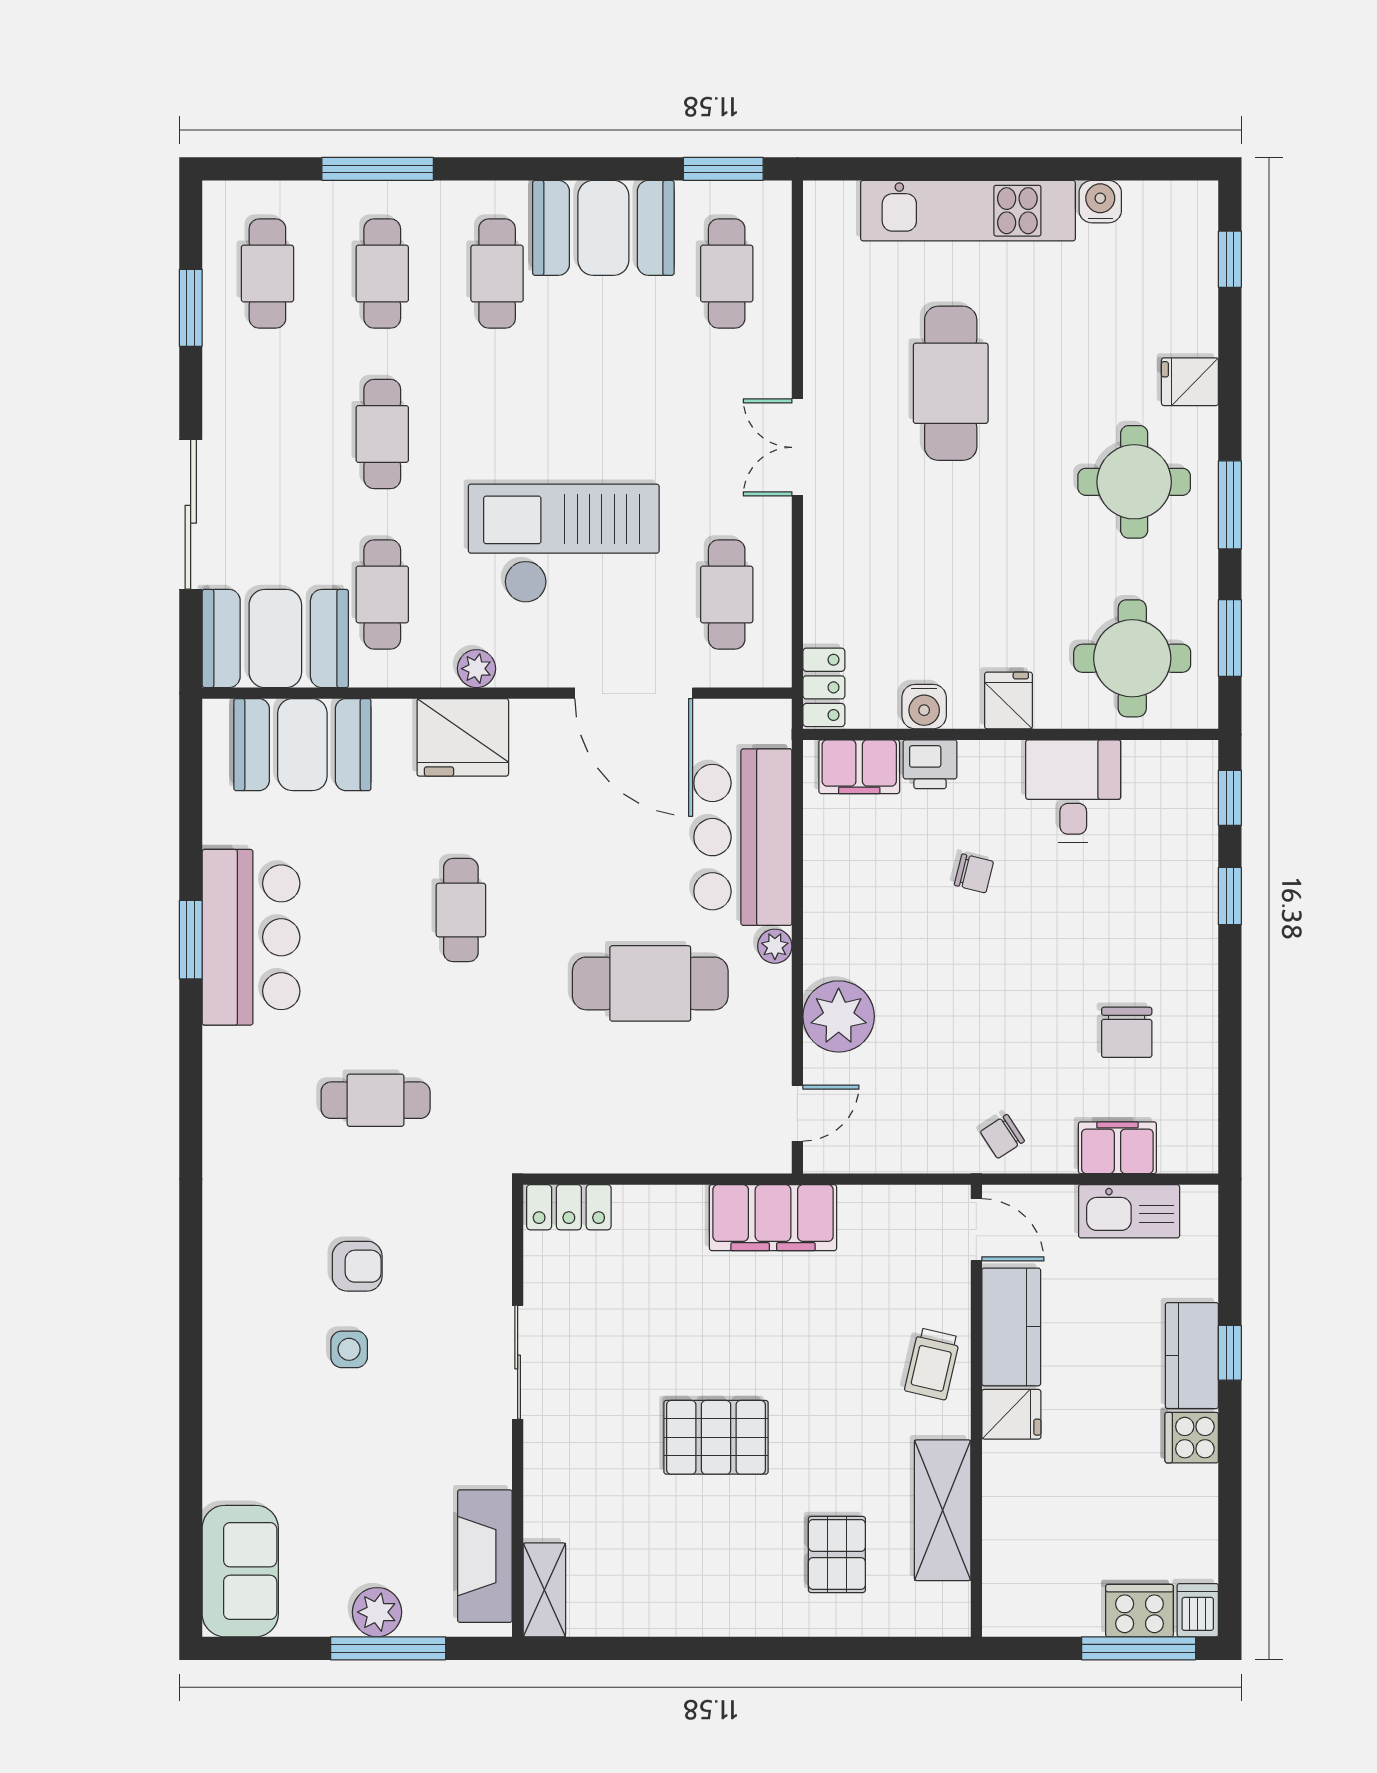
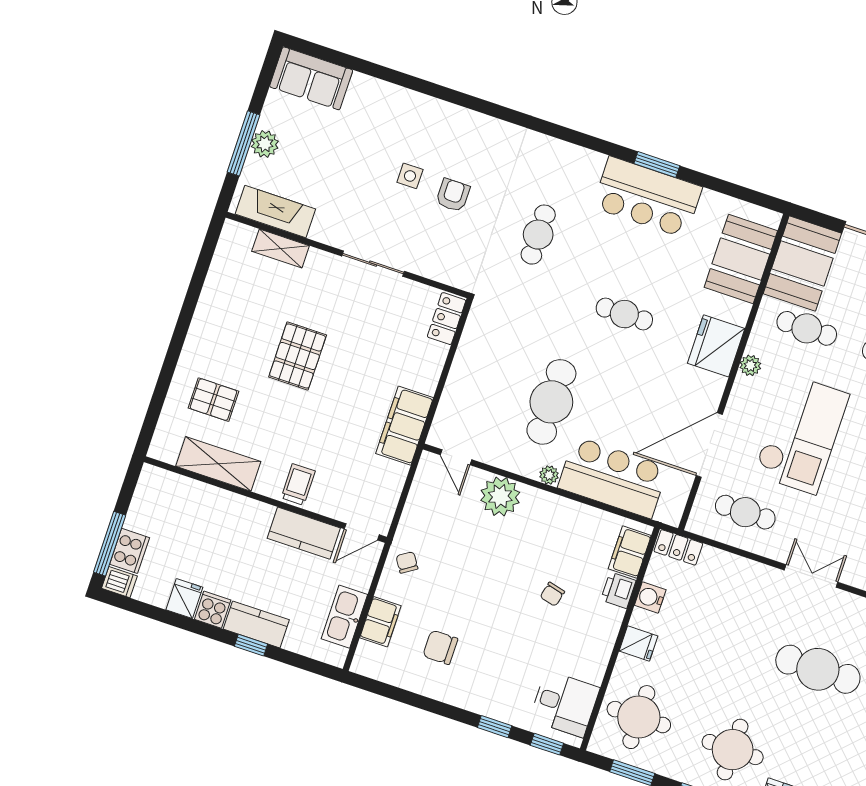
desk: (1073, 791) -> (564, 704), moved
armchair: (357, 1266) -> (453, 195), turned 180
trolley: (932, 1364) -> (298, 484), turned 77
fridge: (1011, 1414) -> (184, 599), moved, turned 180
shelving: (544, 1590) -> (281, 248), moved

